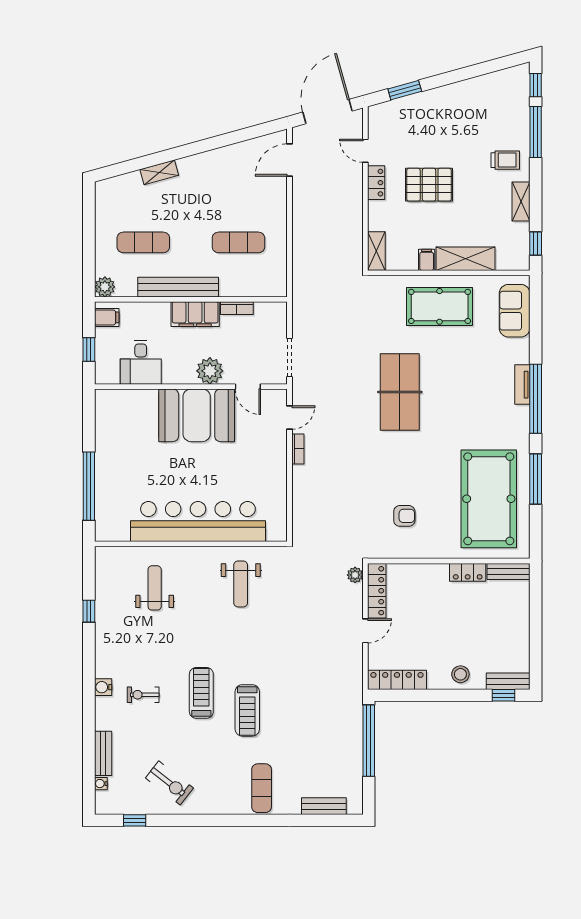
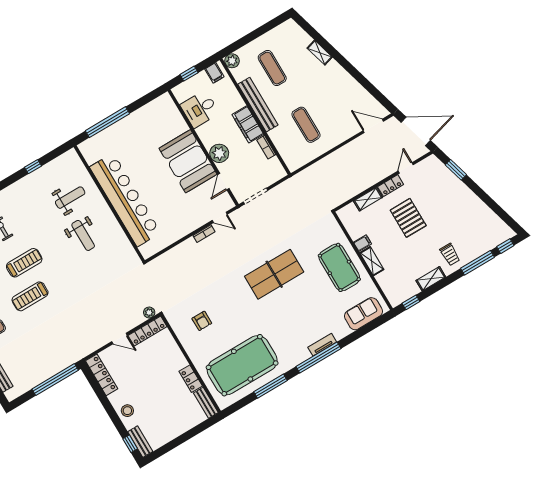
shelving: (376, 251) -> (368, 199), moved
shelving: (466, 259) -> (372, 261), width x0.67, depth x0.75
weight bench: (241, 584) -> (83, 235), moved, turned -90

